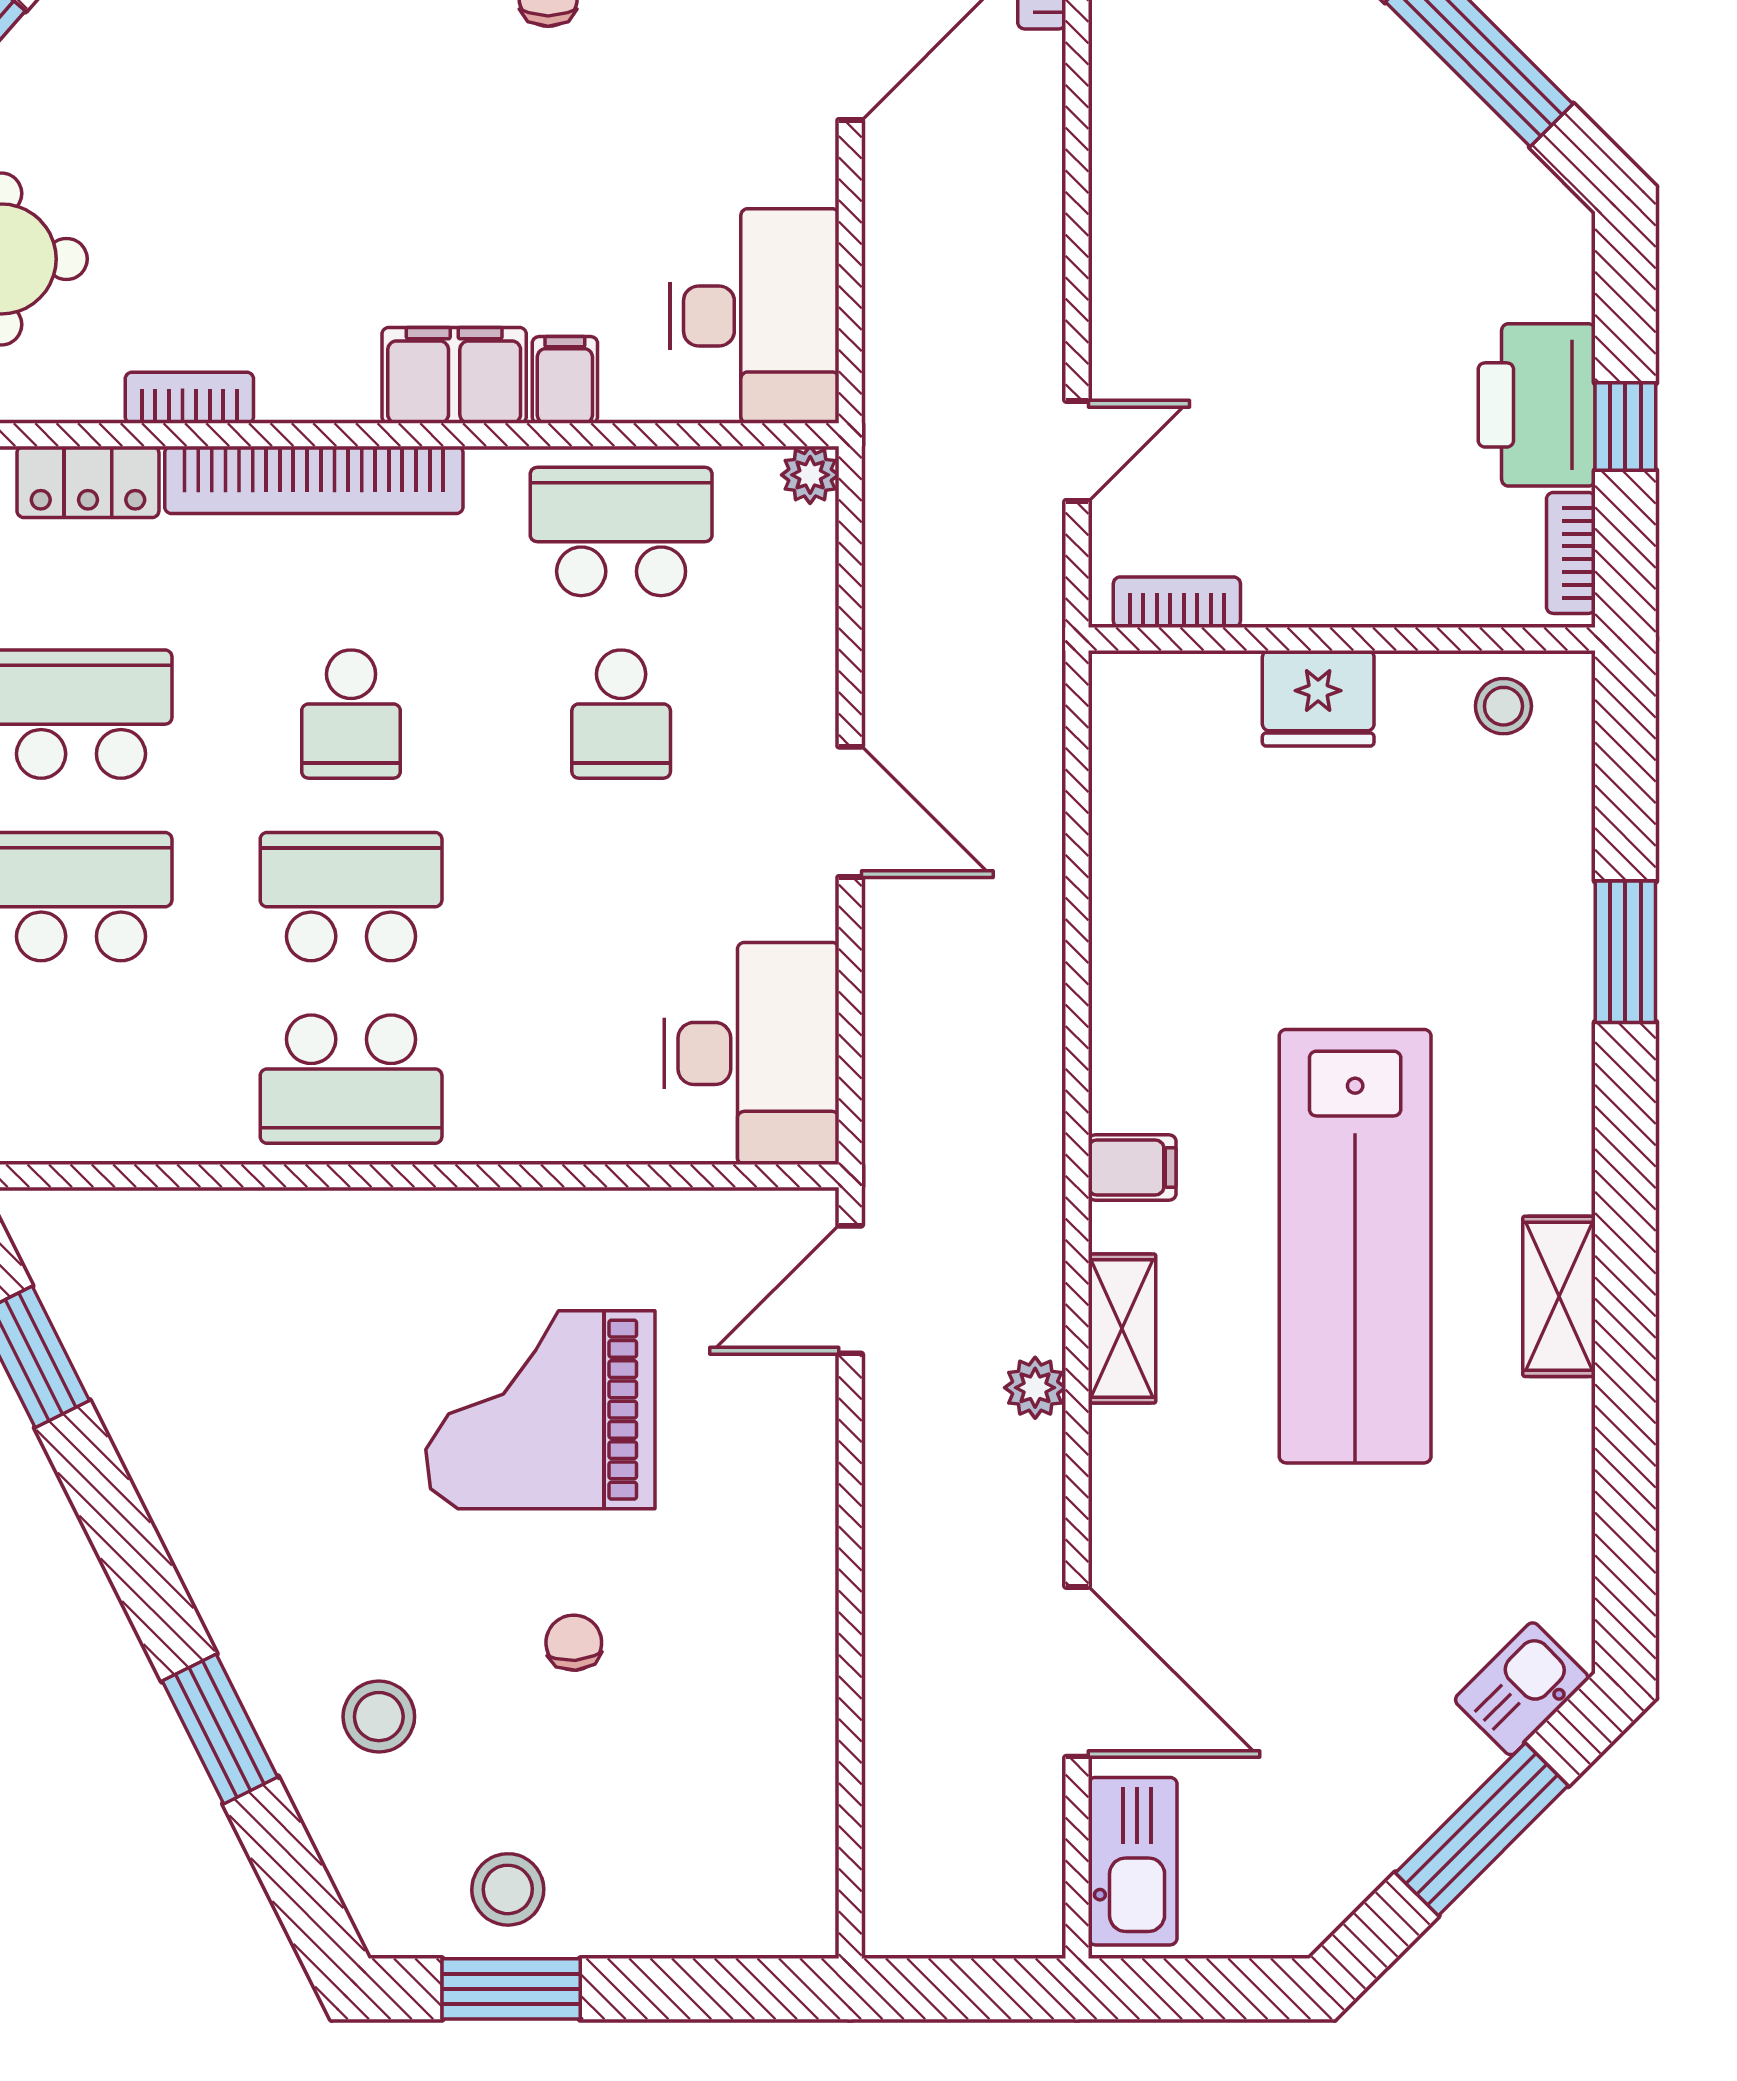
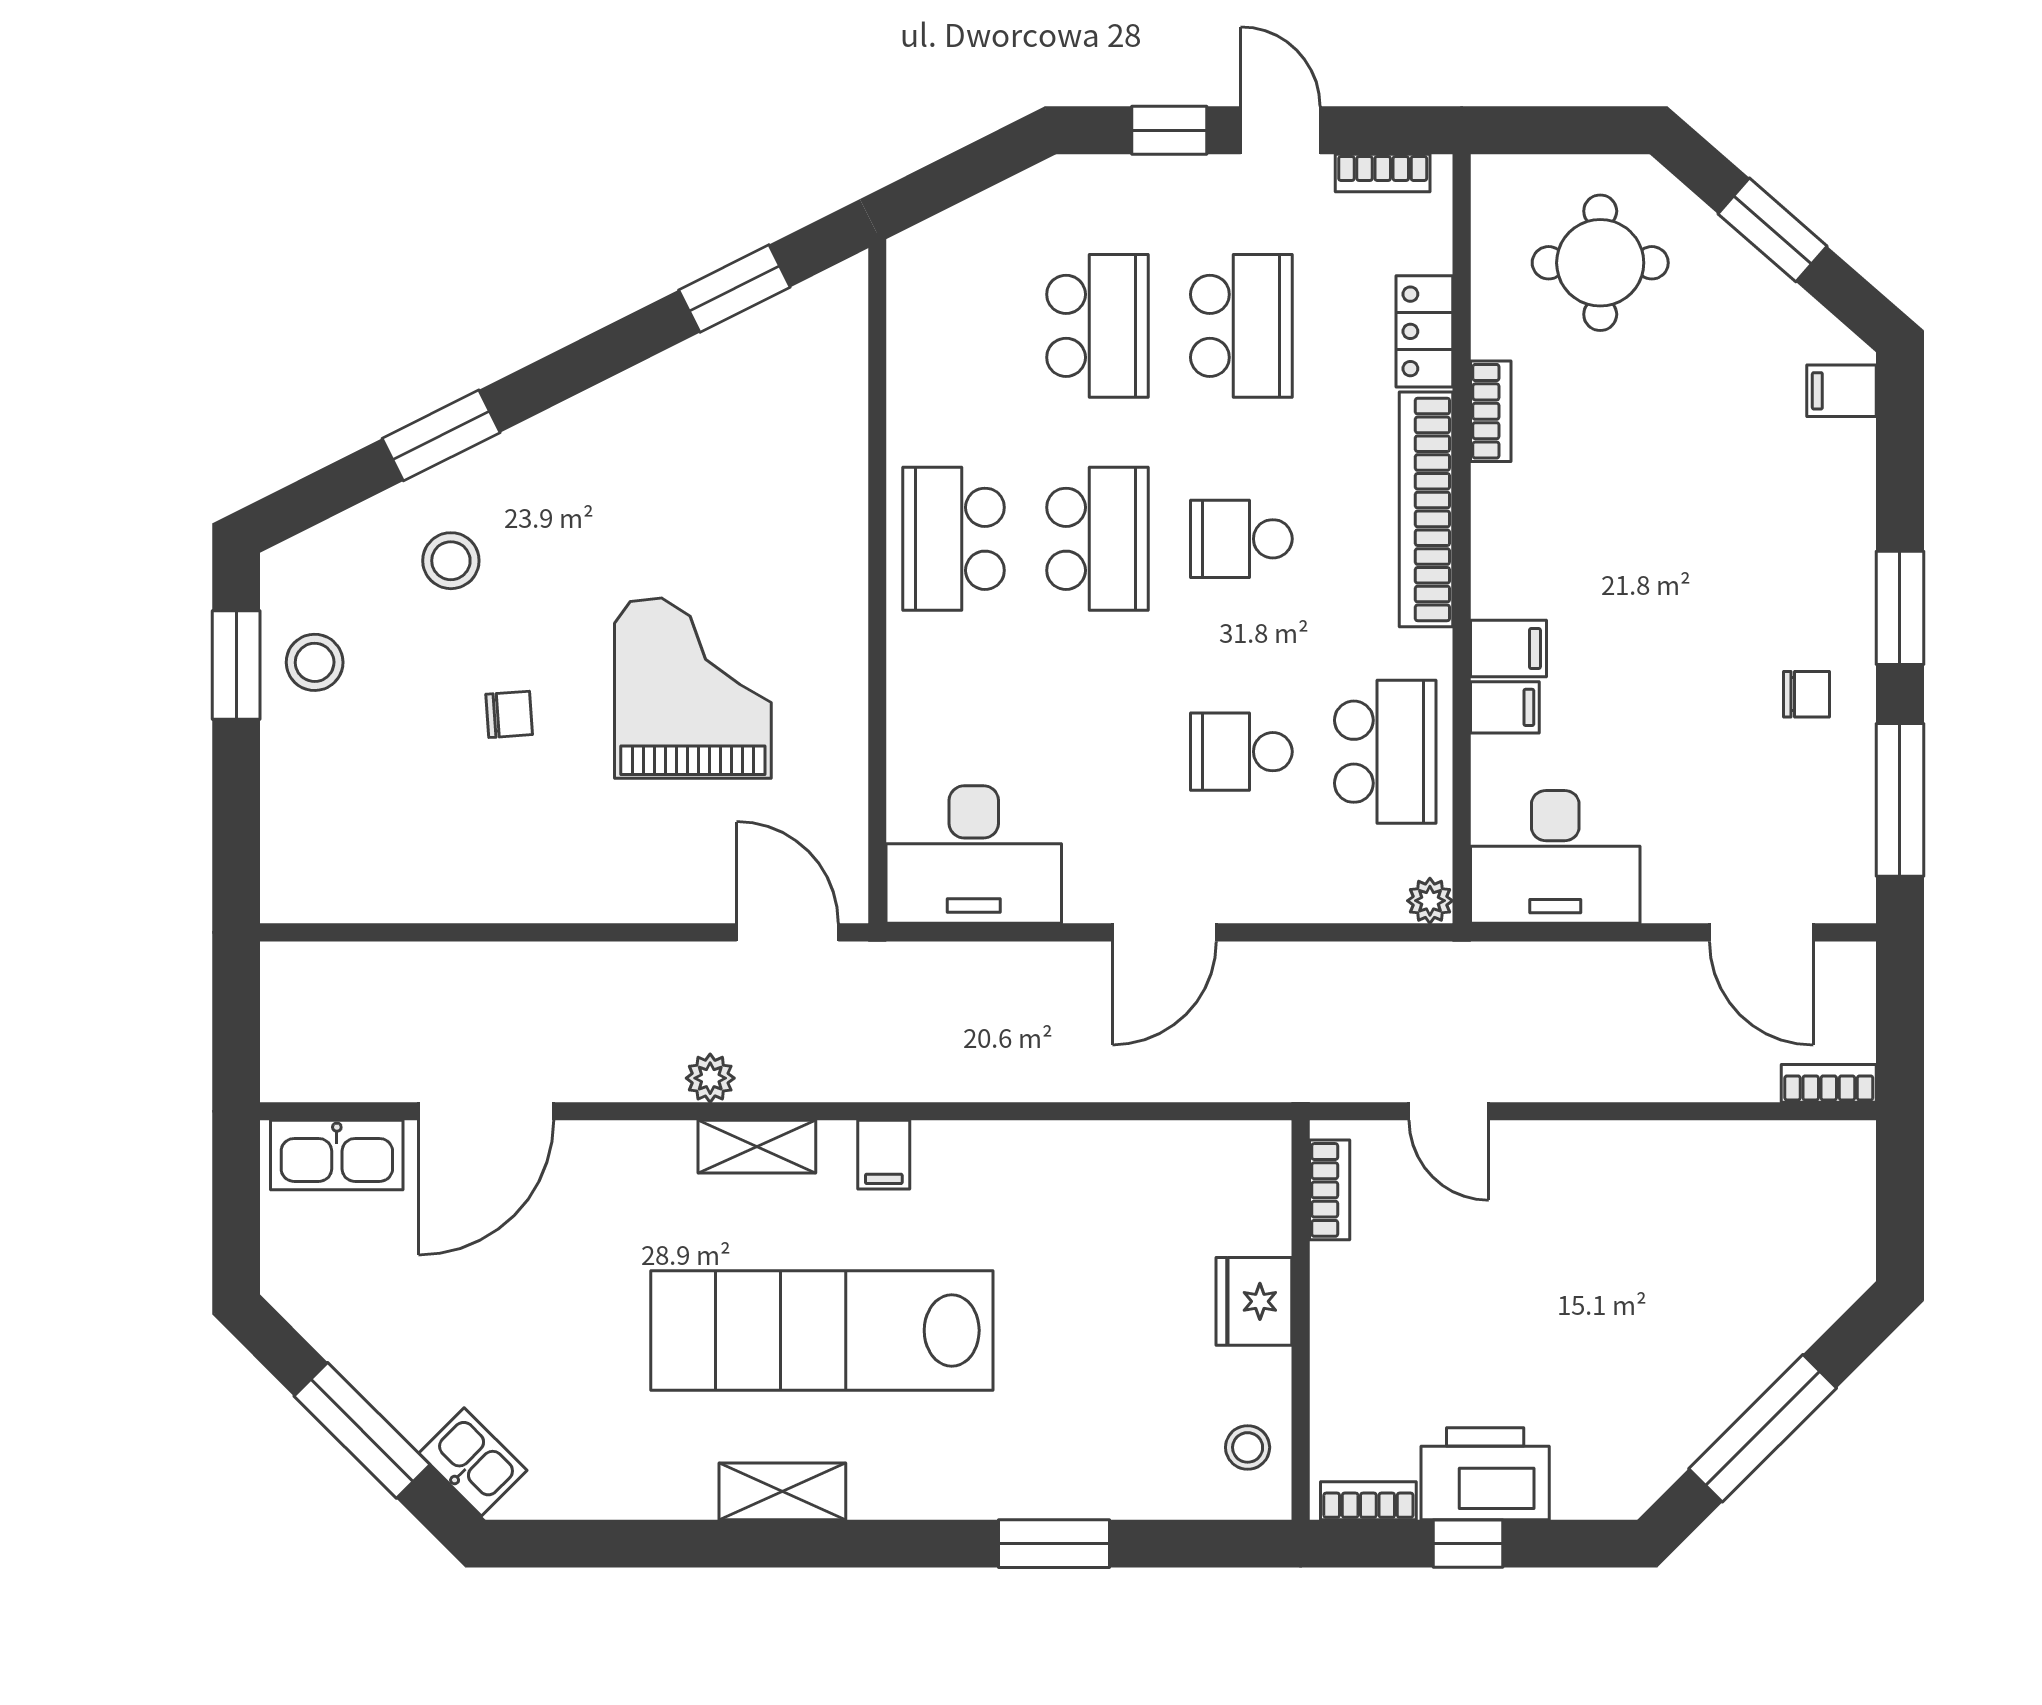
filing cabinet: (454, 375) -> (1508, 648), width x0.50

